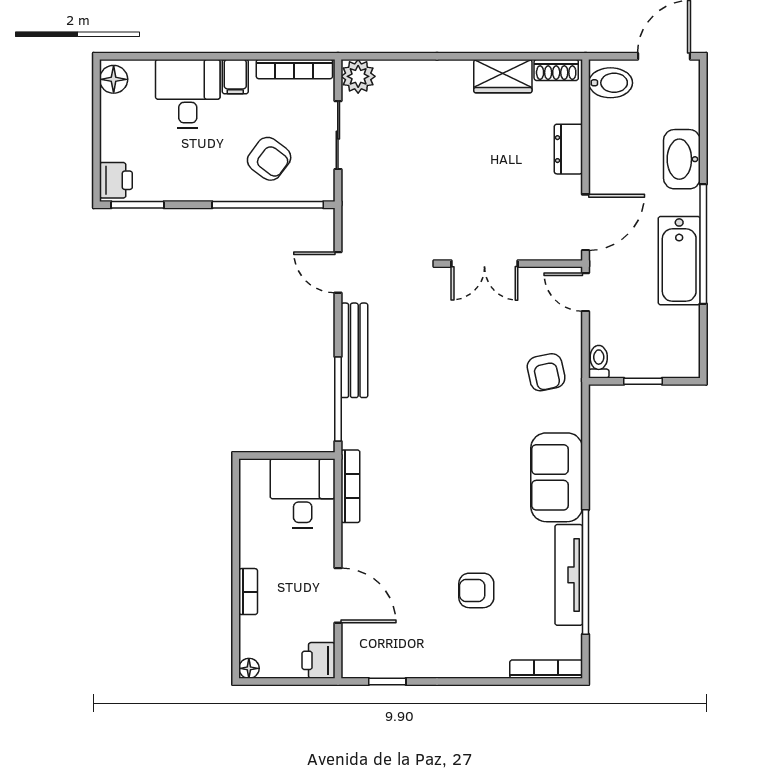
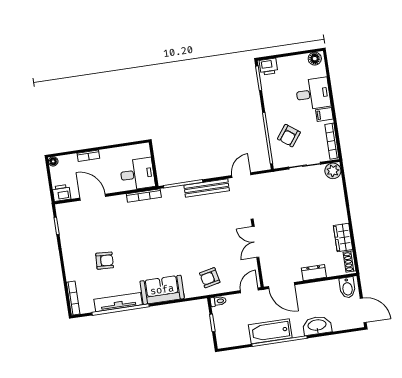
armchair: (476, 590) -> (105, 261), turned 93
door: (338, 595) -> (93, 197), swing flipped

